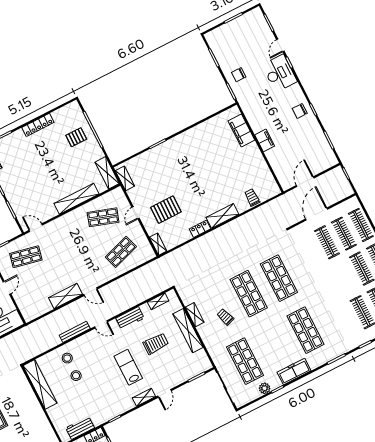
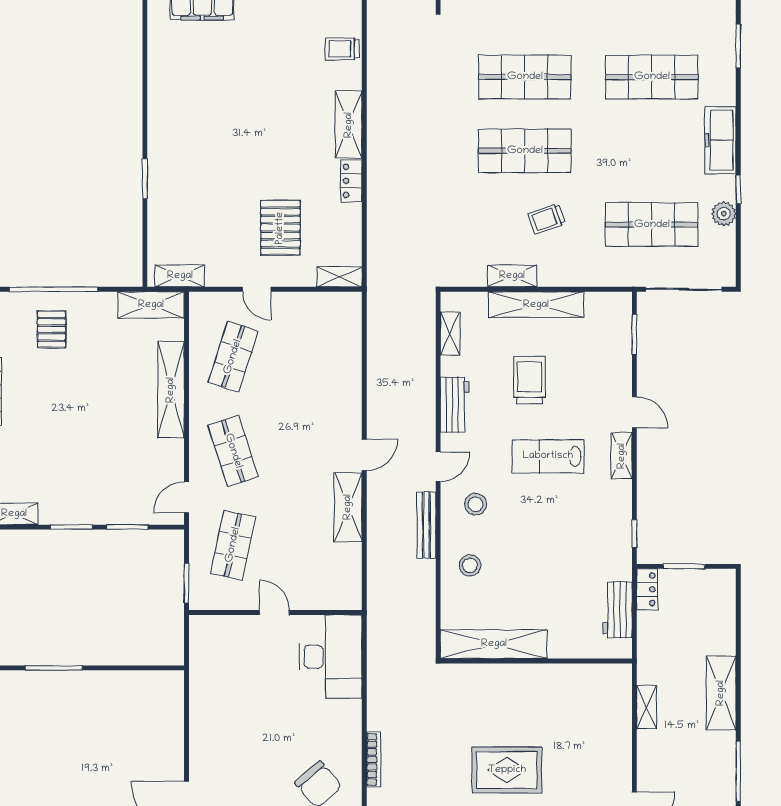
shop shelf: (121, 252) -> (233, 451), moved
stool: (76, 376) -> (476, 504), moved

